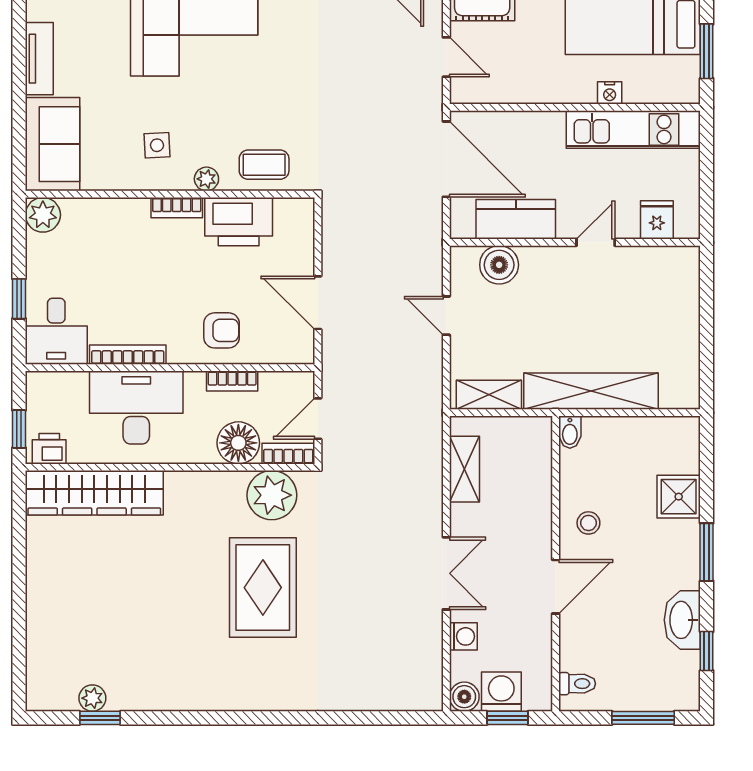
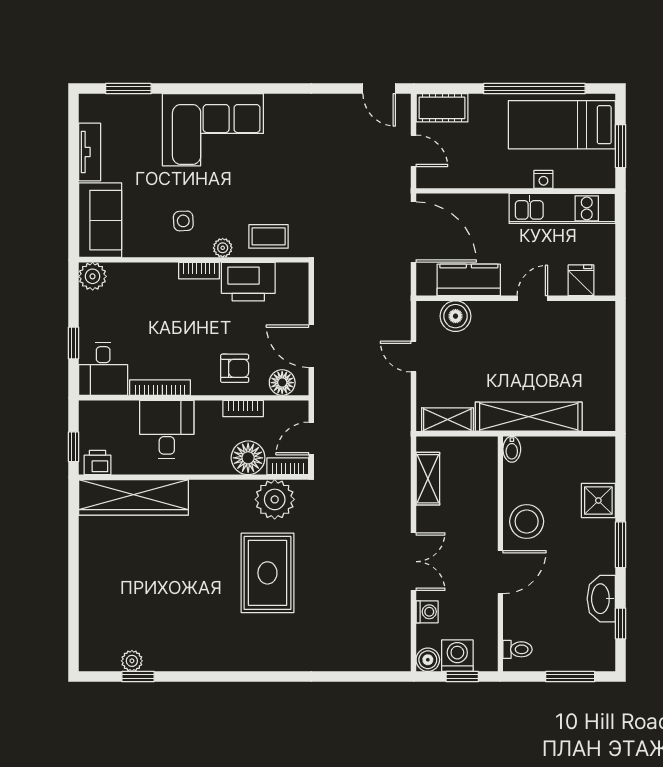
floor lamp: (281, 348) -> (282, 383), added
desk: (136, 408) -> (167, 430), width x0.73
stool: (588, 523) -> (527, 521), width x1.89, depth x1.89

